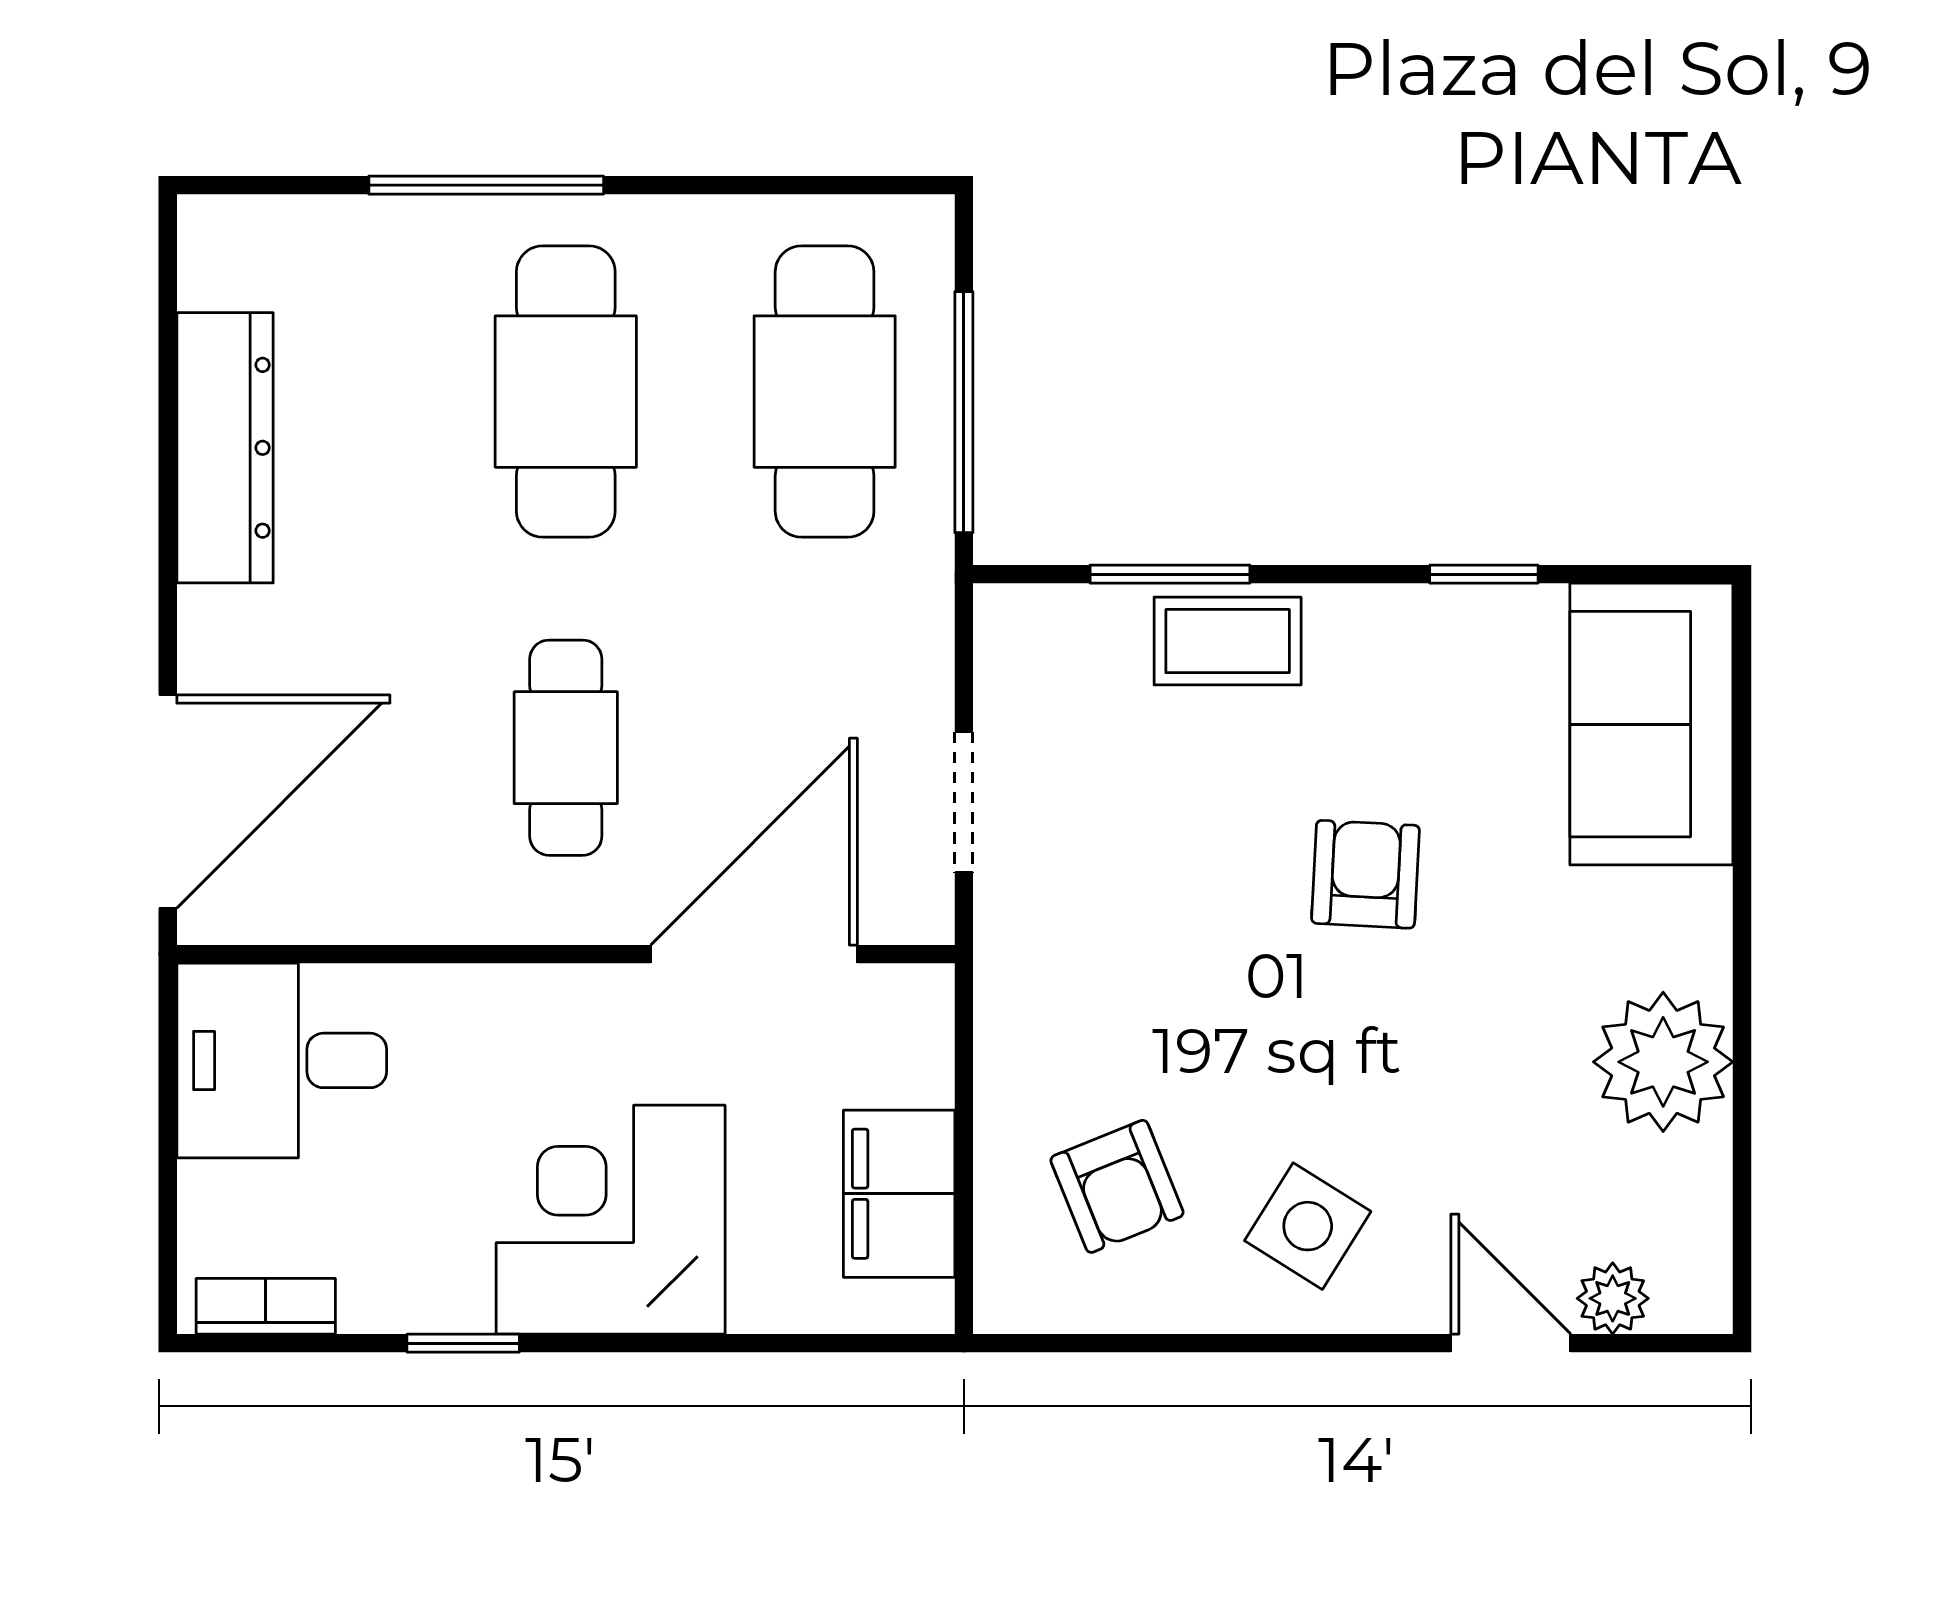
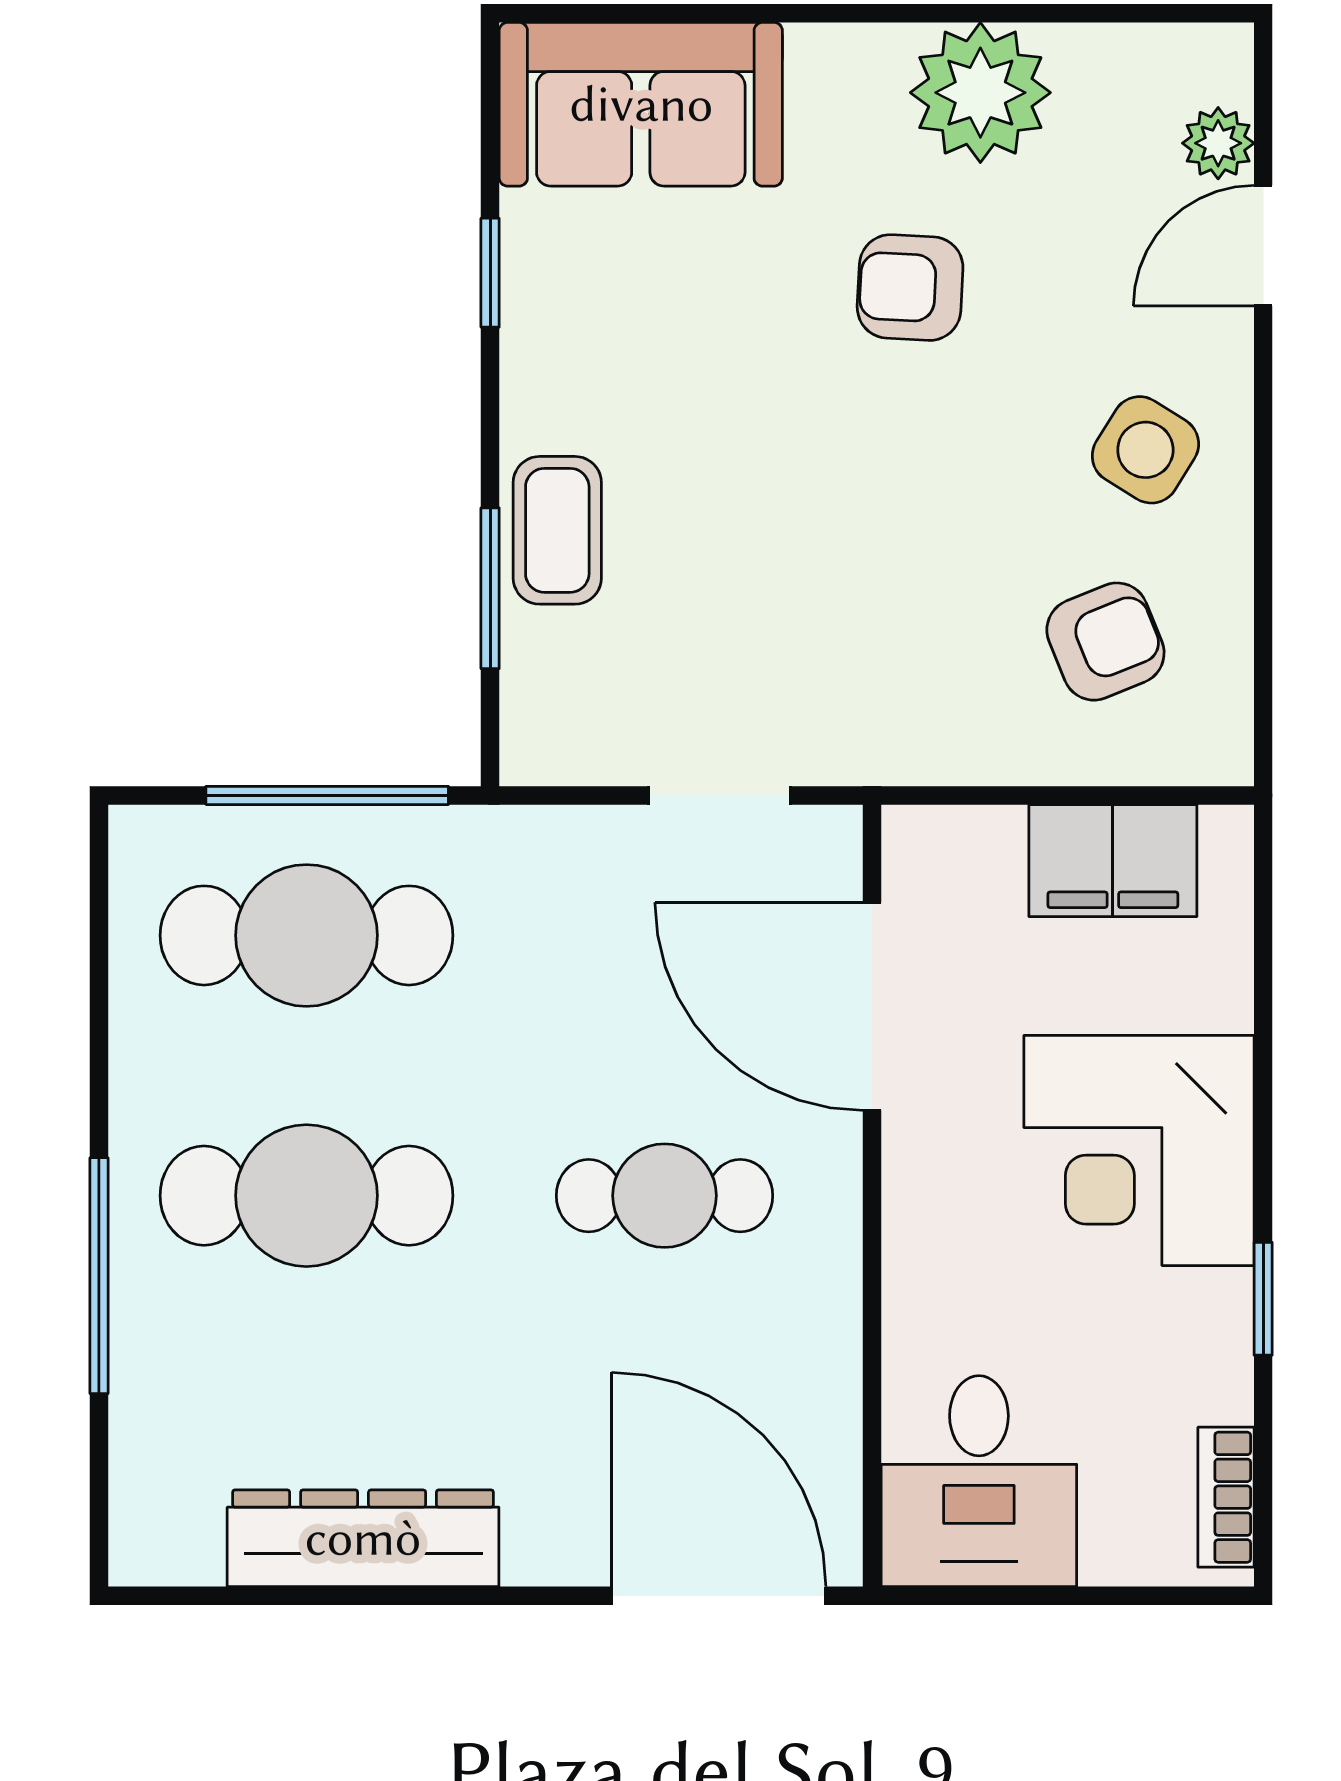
armchair: (1365, 874) -> (910, 288), moved

